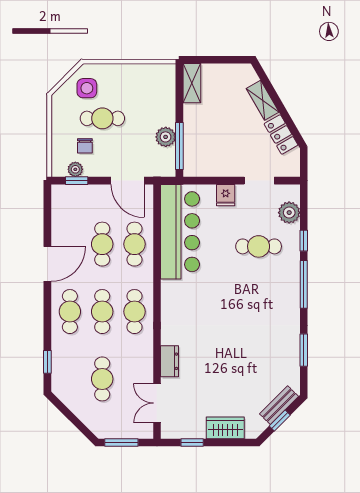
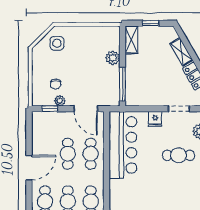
window: (219, 60) -> (151, 23), added
cafe table: (102, 118) -> (68, 65), removed
plant: (166, 137) -> (113, 58), moved
plant: (75, 169) -> (60, 101), moved

